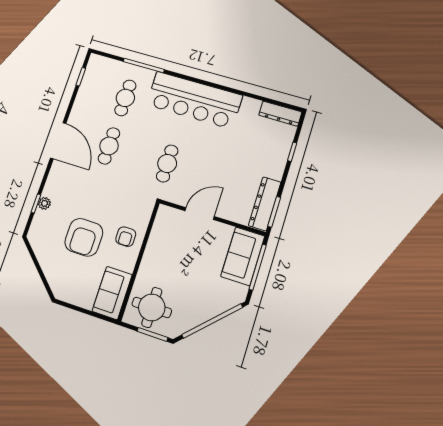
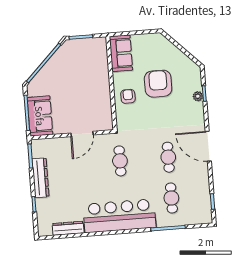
dresser: (280, 114) -> (68, 228), moved
dresser: (265, 204) -> (40, 178), moved
round table: (152, 307) -> (89, 55), removed

